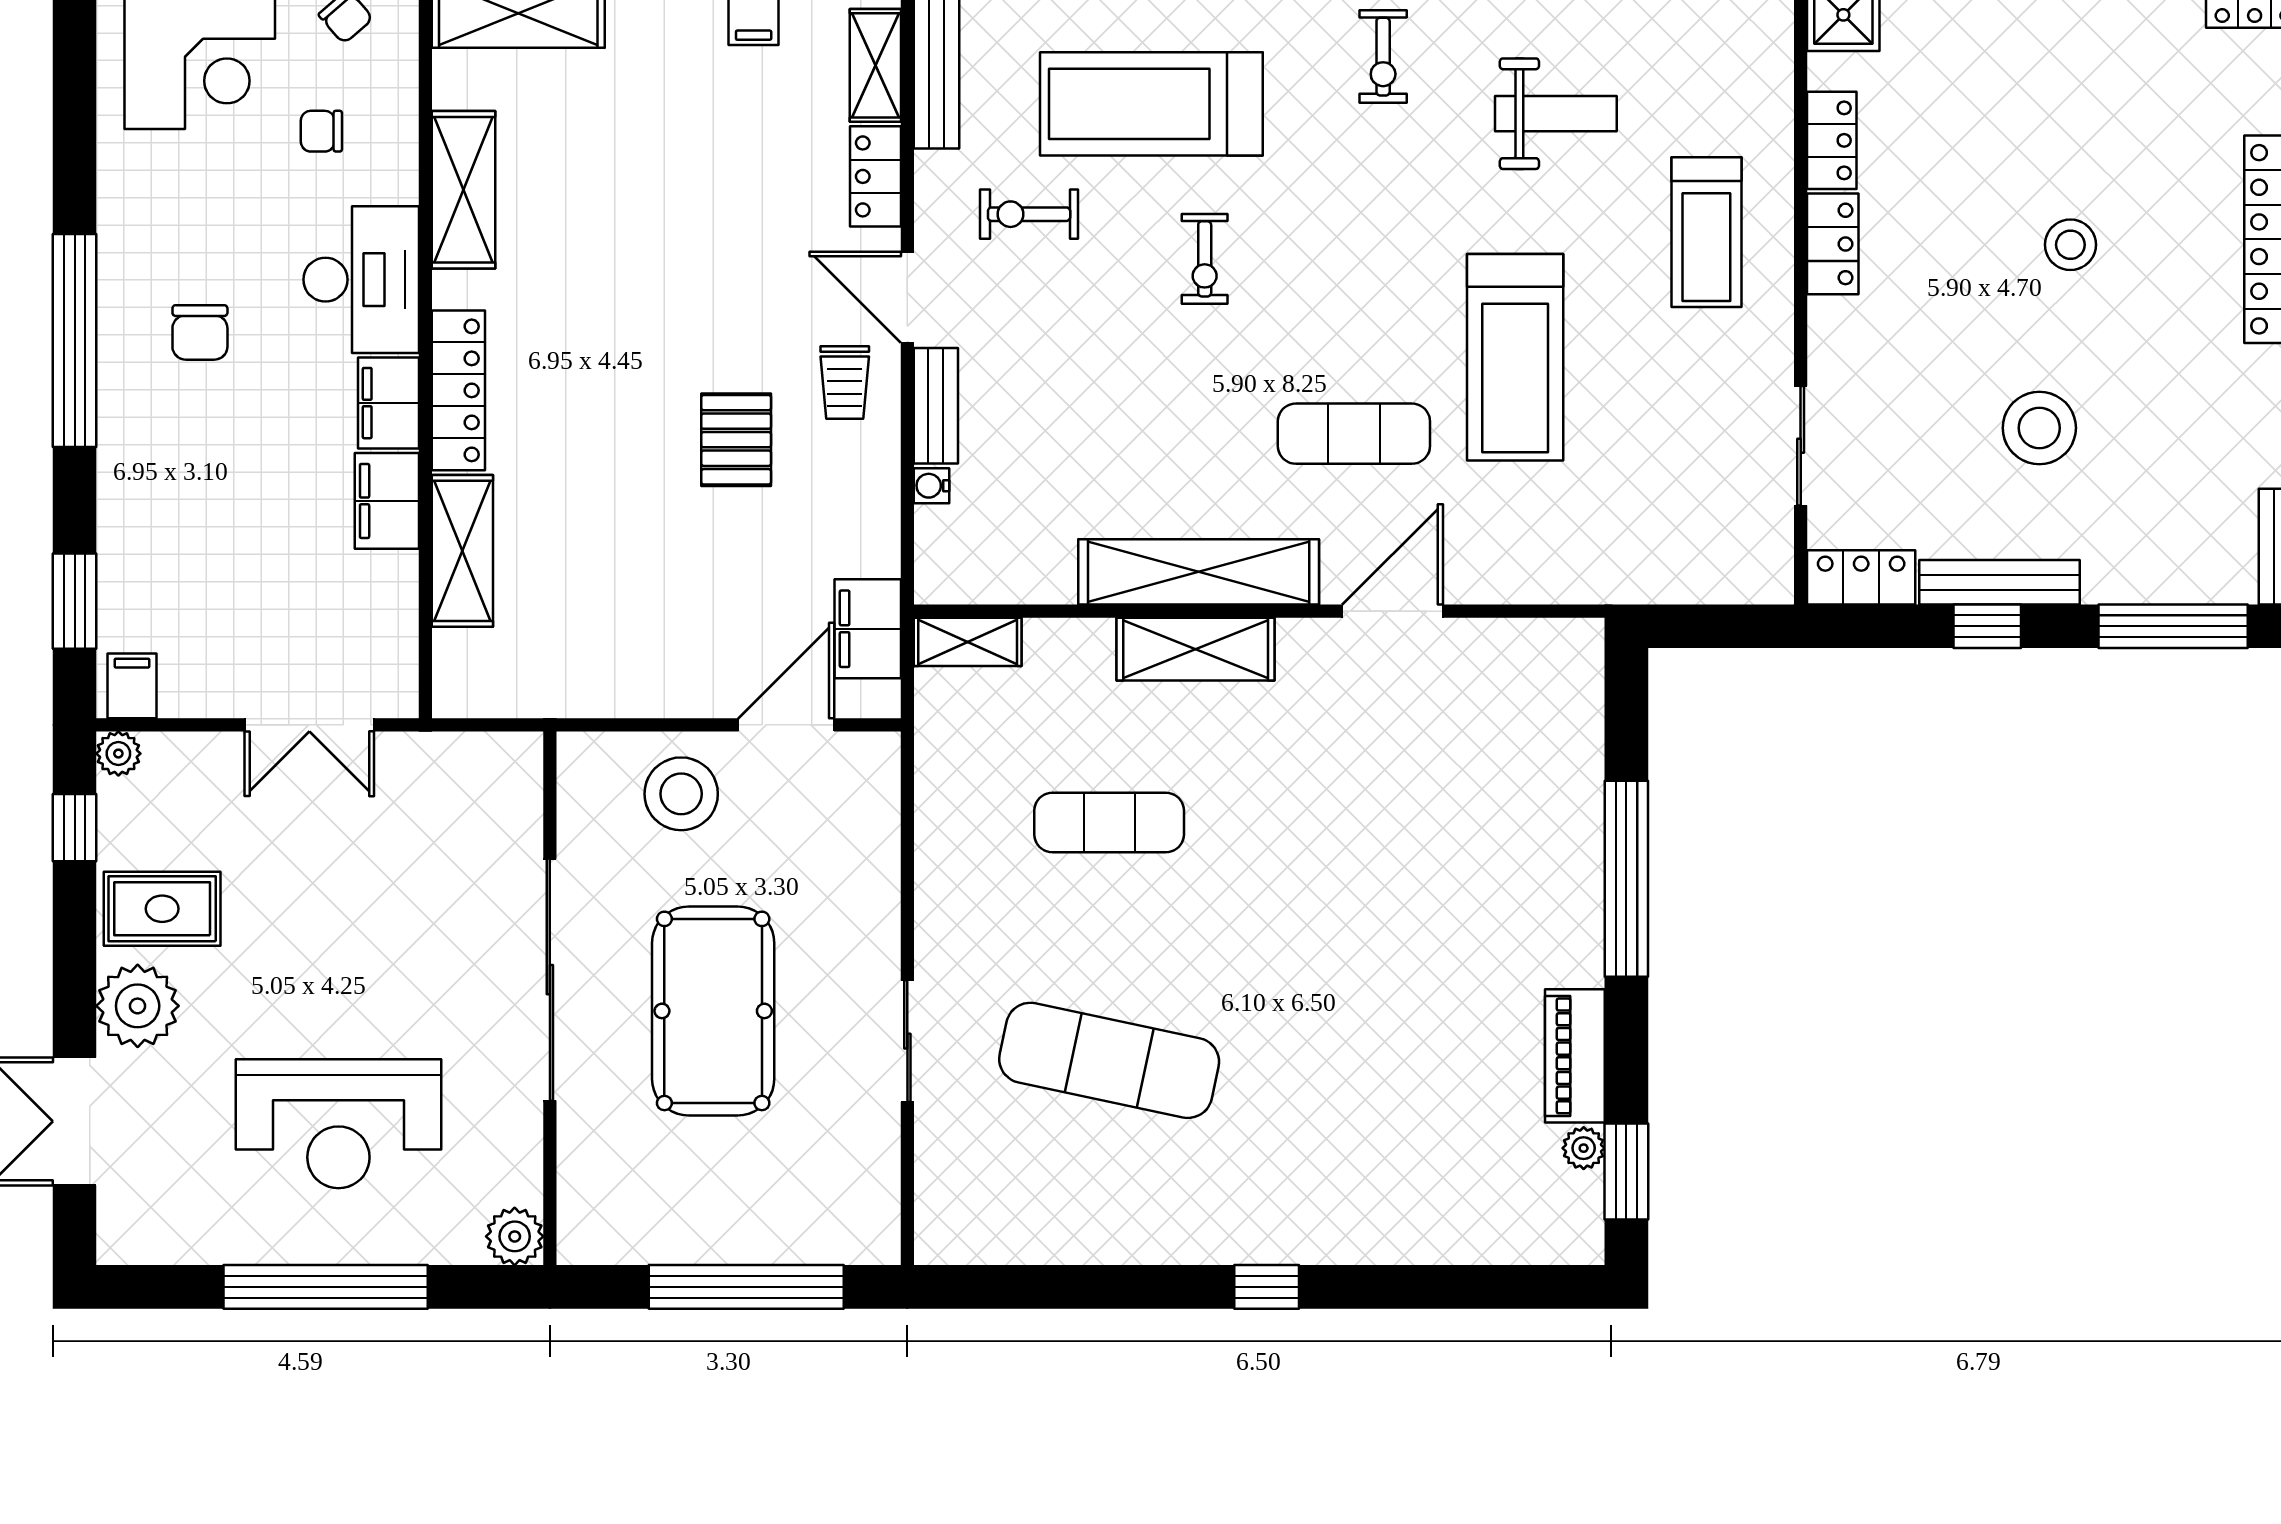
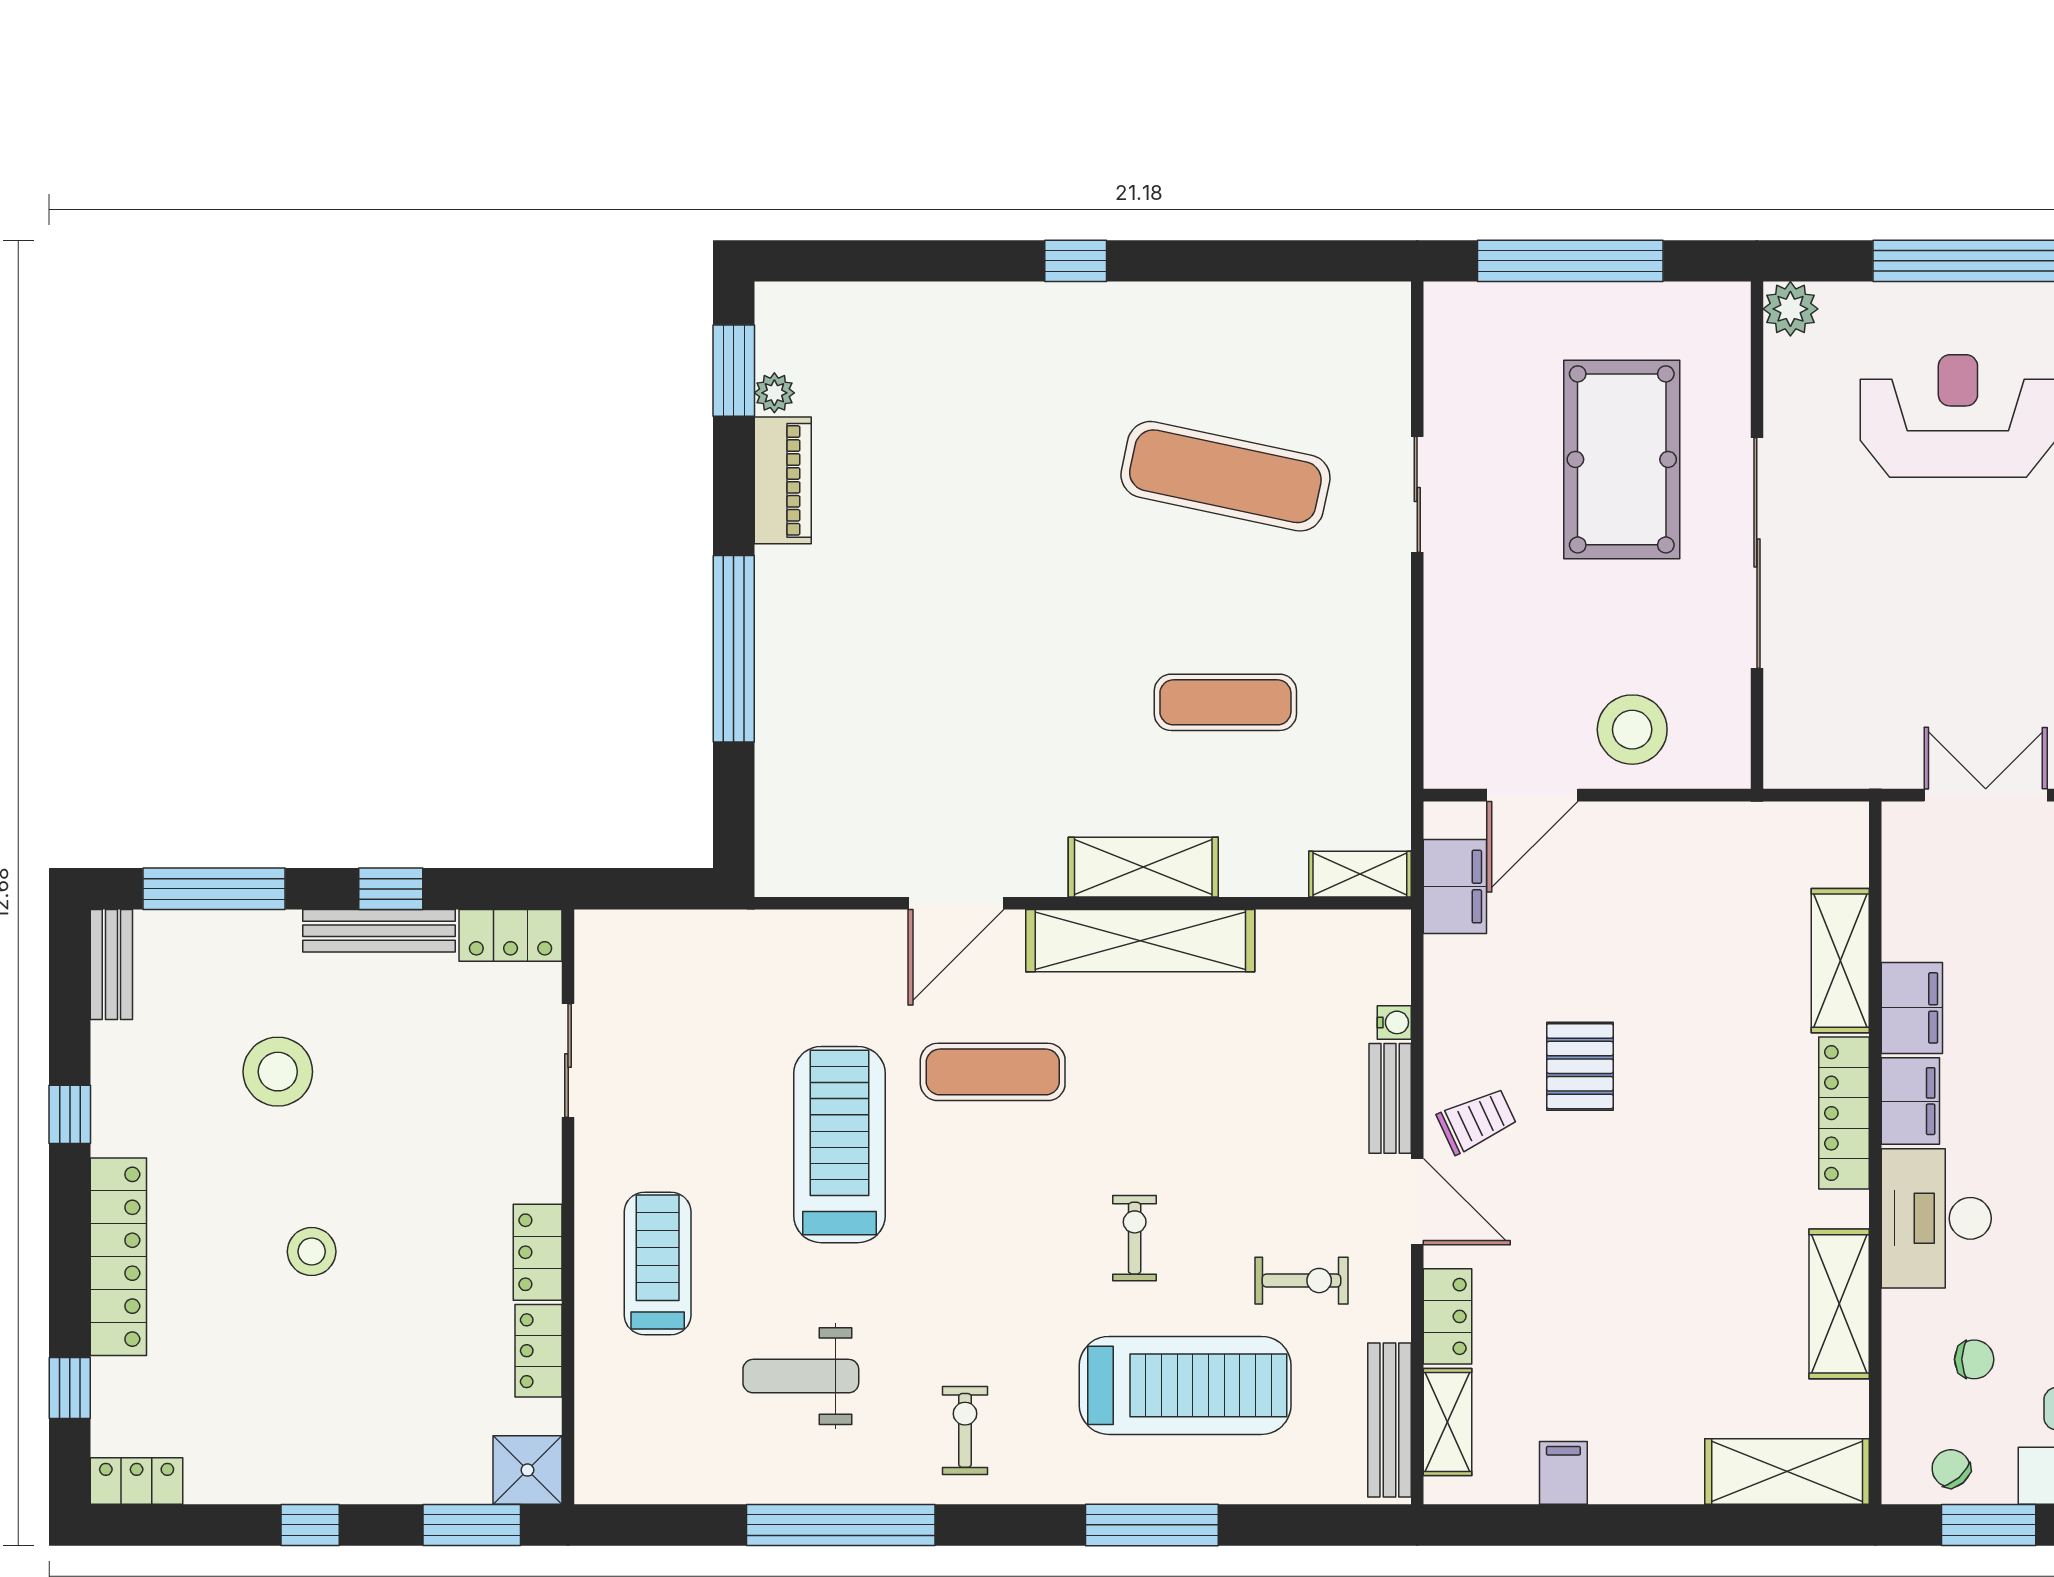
trolley: (845, 382) -> (1477, 1121), turned 65
stool: (2039, 428) -> (278, 1072), moved
pool table: (713, 1011) -> (1622, 459), moved

